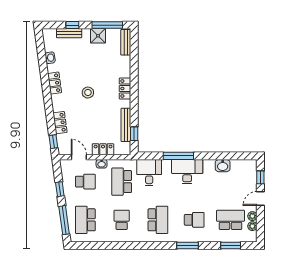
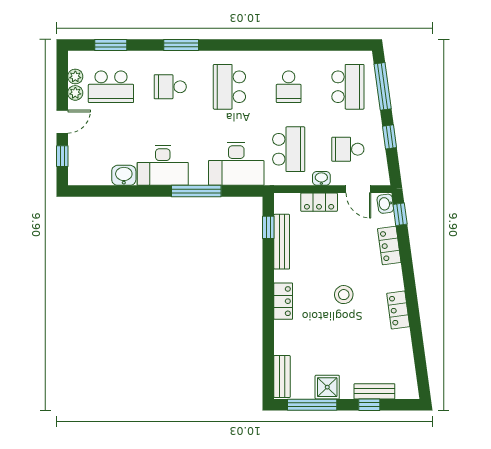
washbasin: (50, 58) -> (385, 204), moved
desk: (187, 172) -> (163, 165), moved
desk: (149, 173) -> (236, 164), width x1.37

